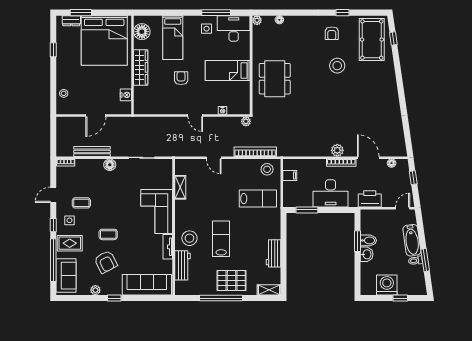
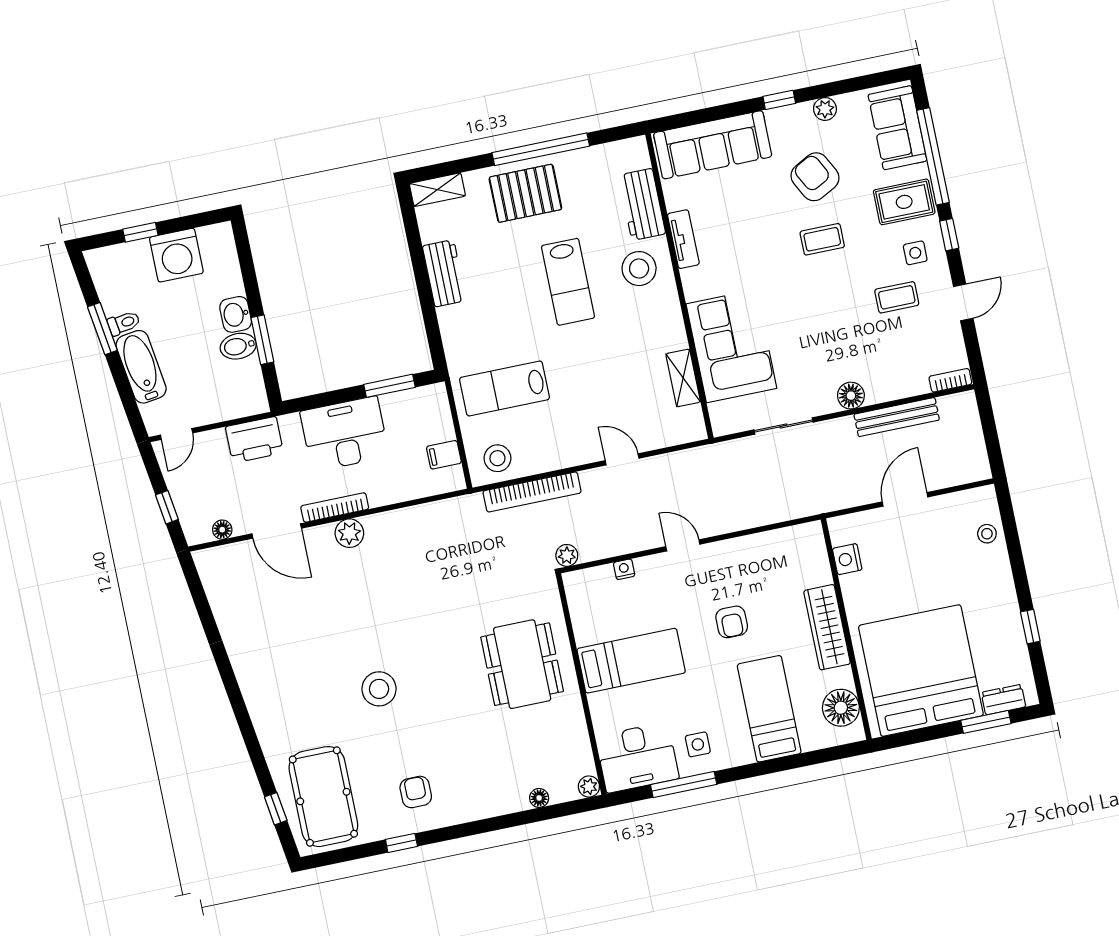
stool: (337, 66) -> (379, 689), moved
corner sofa: (157, 211) -> (731, 346), moved

